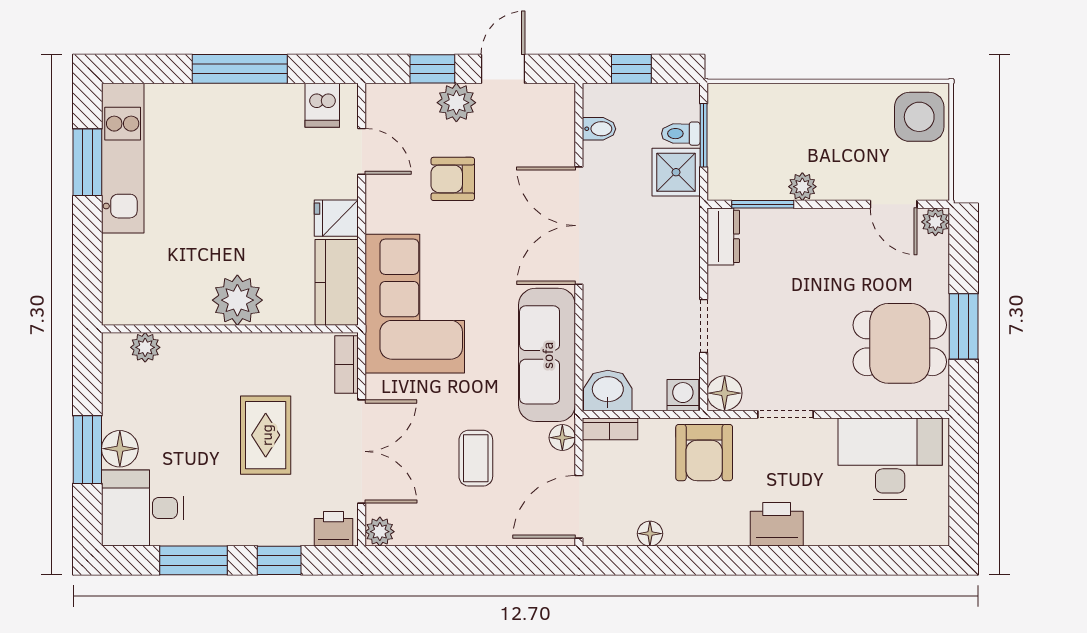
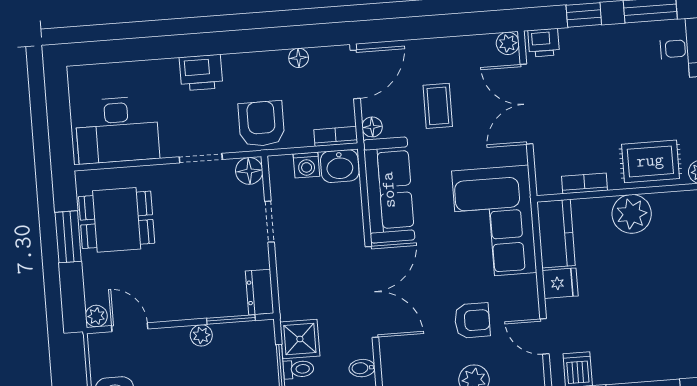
bookcase: (347, 364) -> (584, 183), moved, turned -90
washing machine: (683, 395) -> (306, 165), moved
rug: (266, 435) -> (650, 161), moved, turned 90

